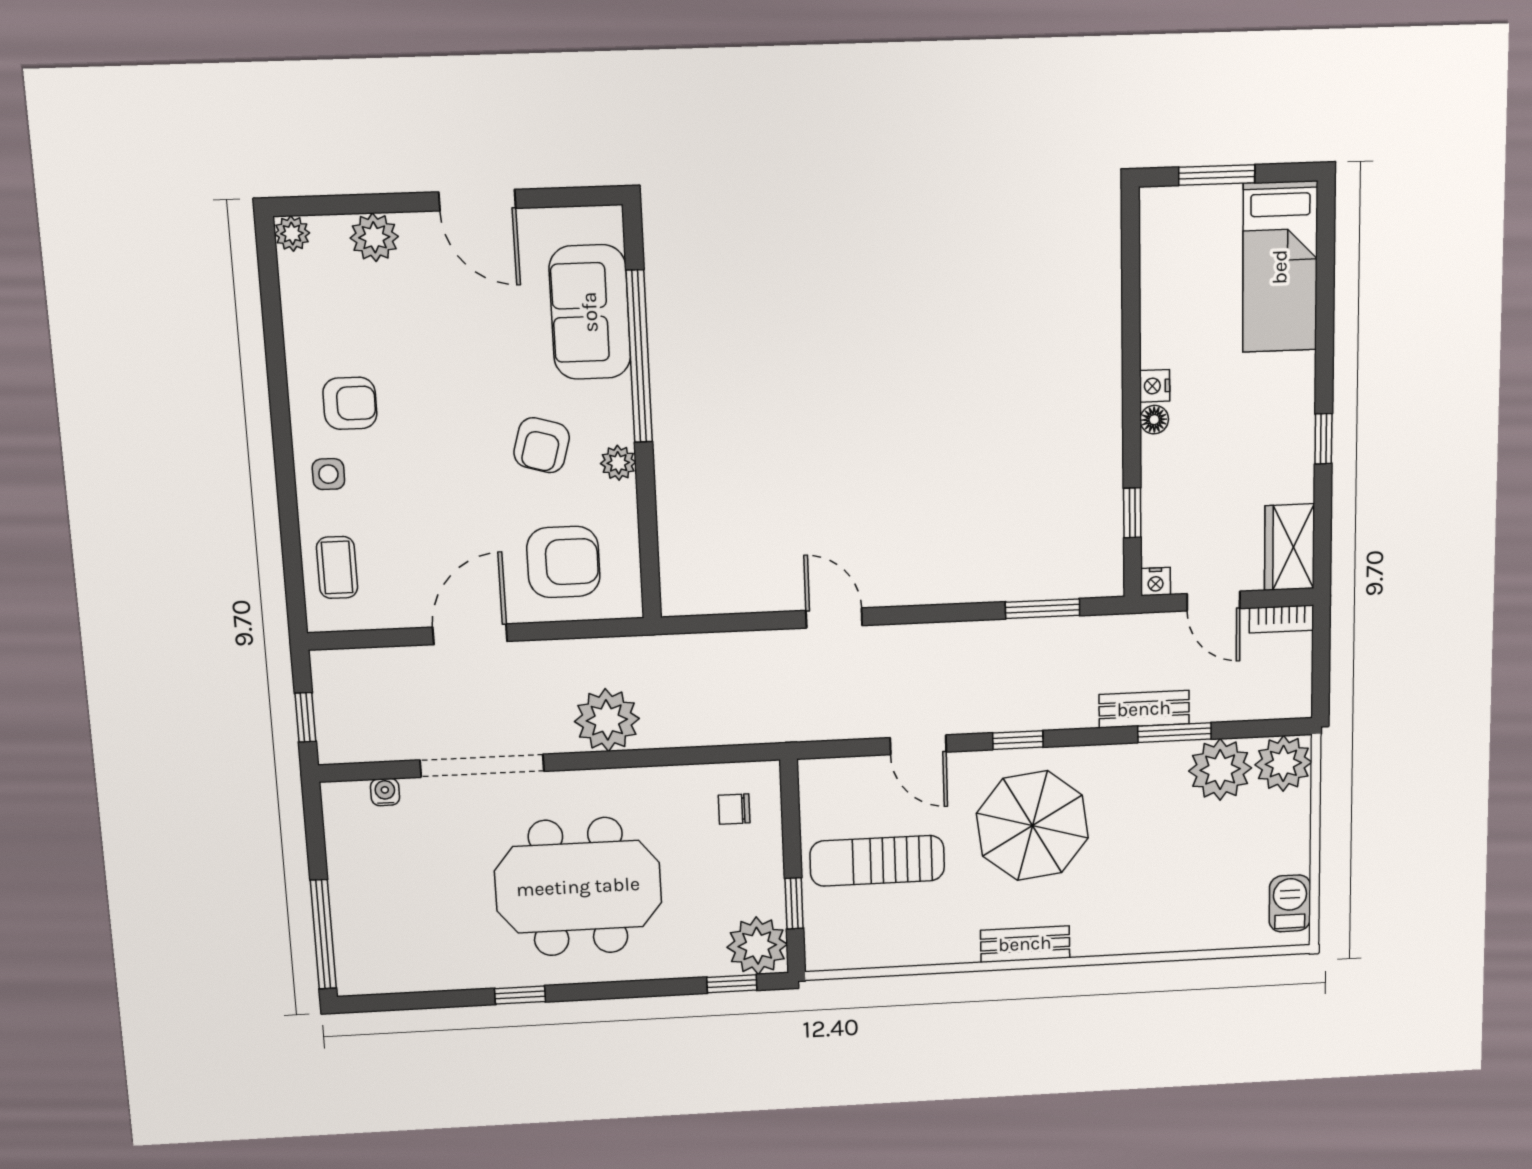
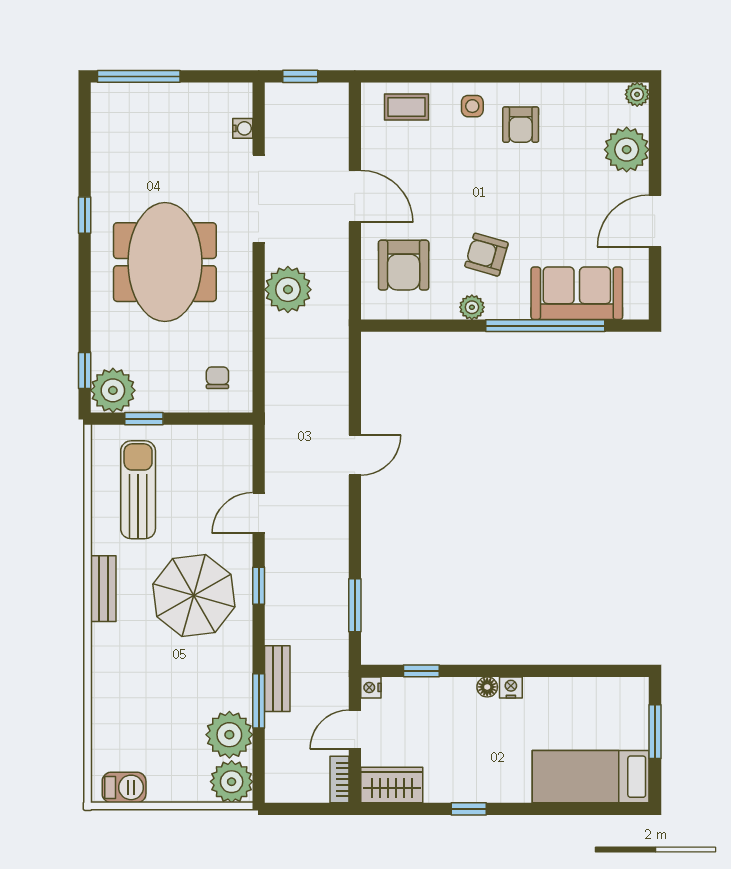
plant: (374, 237) -> (627, 150), width x1.36, depth x1.36
sun lounger: (877, 861) -> (138, 490), moved

